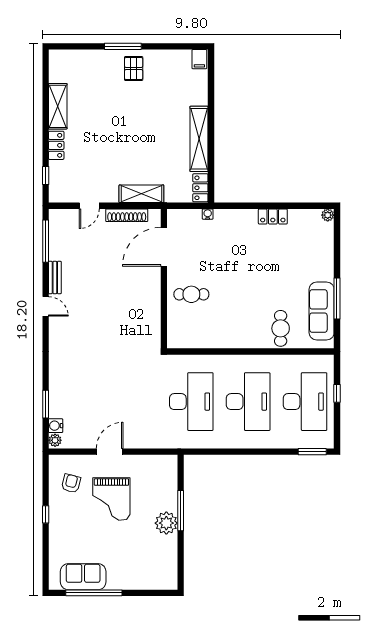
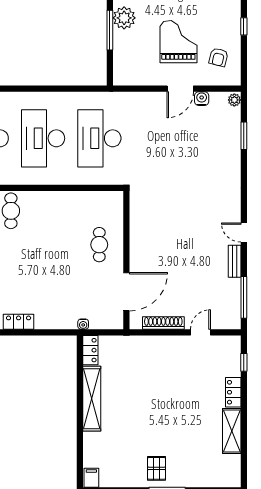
shelving: (141, 194) -> (149, 344), removed
cafe table: (191, 294) -> (99, 245), turned 90
water cooler: (56, 426) -> (202, 99), moved, turned -90

